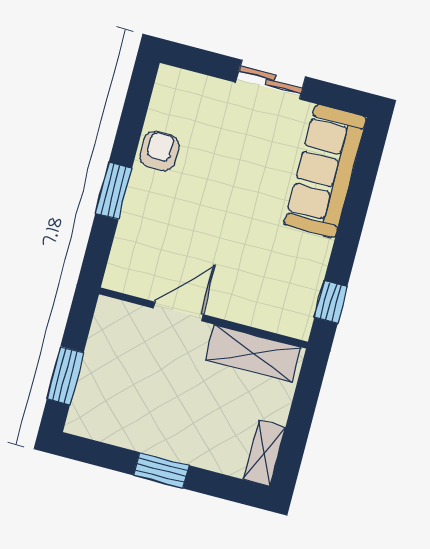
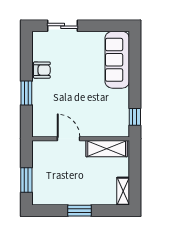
sliding door: (271, 80) -> (63, 26), moved
armchair: (159, 151) -> (42, 70), turned 90
door: (178, 311) -> (69, 139), hinge flipped

